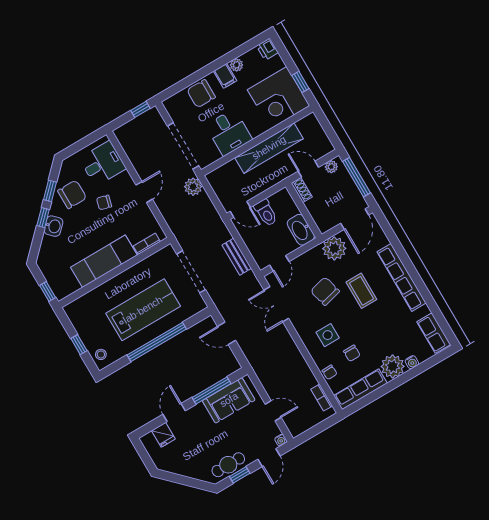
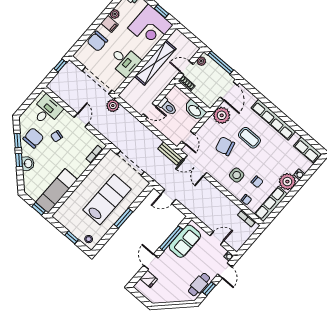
bench: (237, 257) -> (170, 154), moved
exam couch: (104, 261) -> (57, 191), moved
window: (157, 342) -> (123, 218), width x0.47

